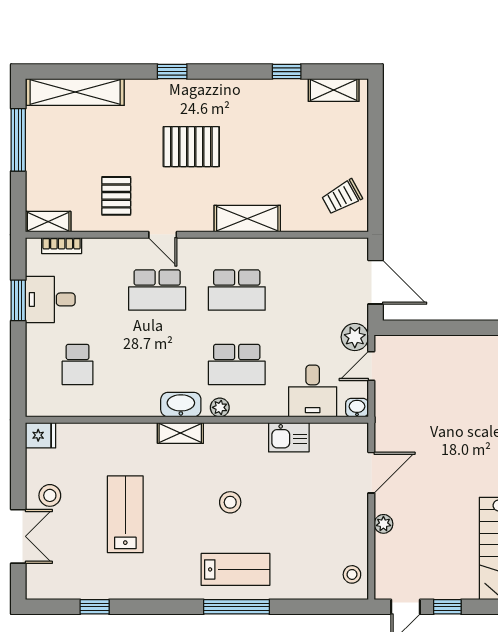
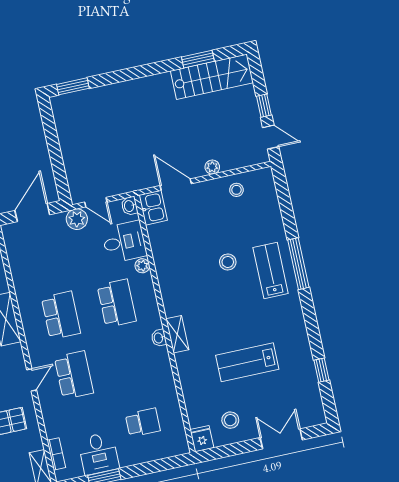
washbasin: (181, 405) -> (159, 338), width x0.52, depth x0.69
plant: (220, 407) -> (142, 266), moved
kitchen sink: (289, 437) -> (153, 208), moved
stool: (50, 495) -> (230, 420), moved
stool: (230, 502) -> (228, 262), moved
stool: (352, 574) -> (236, 190), moved

